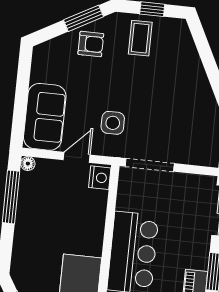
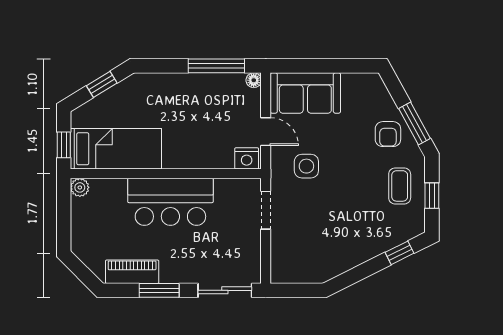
coffee table: (140, 38) -> (400, 186), turned 90
window: (202, 45) -> (400, 253), added
doorway: (150, 165) -> (266, 210), width x0.73

